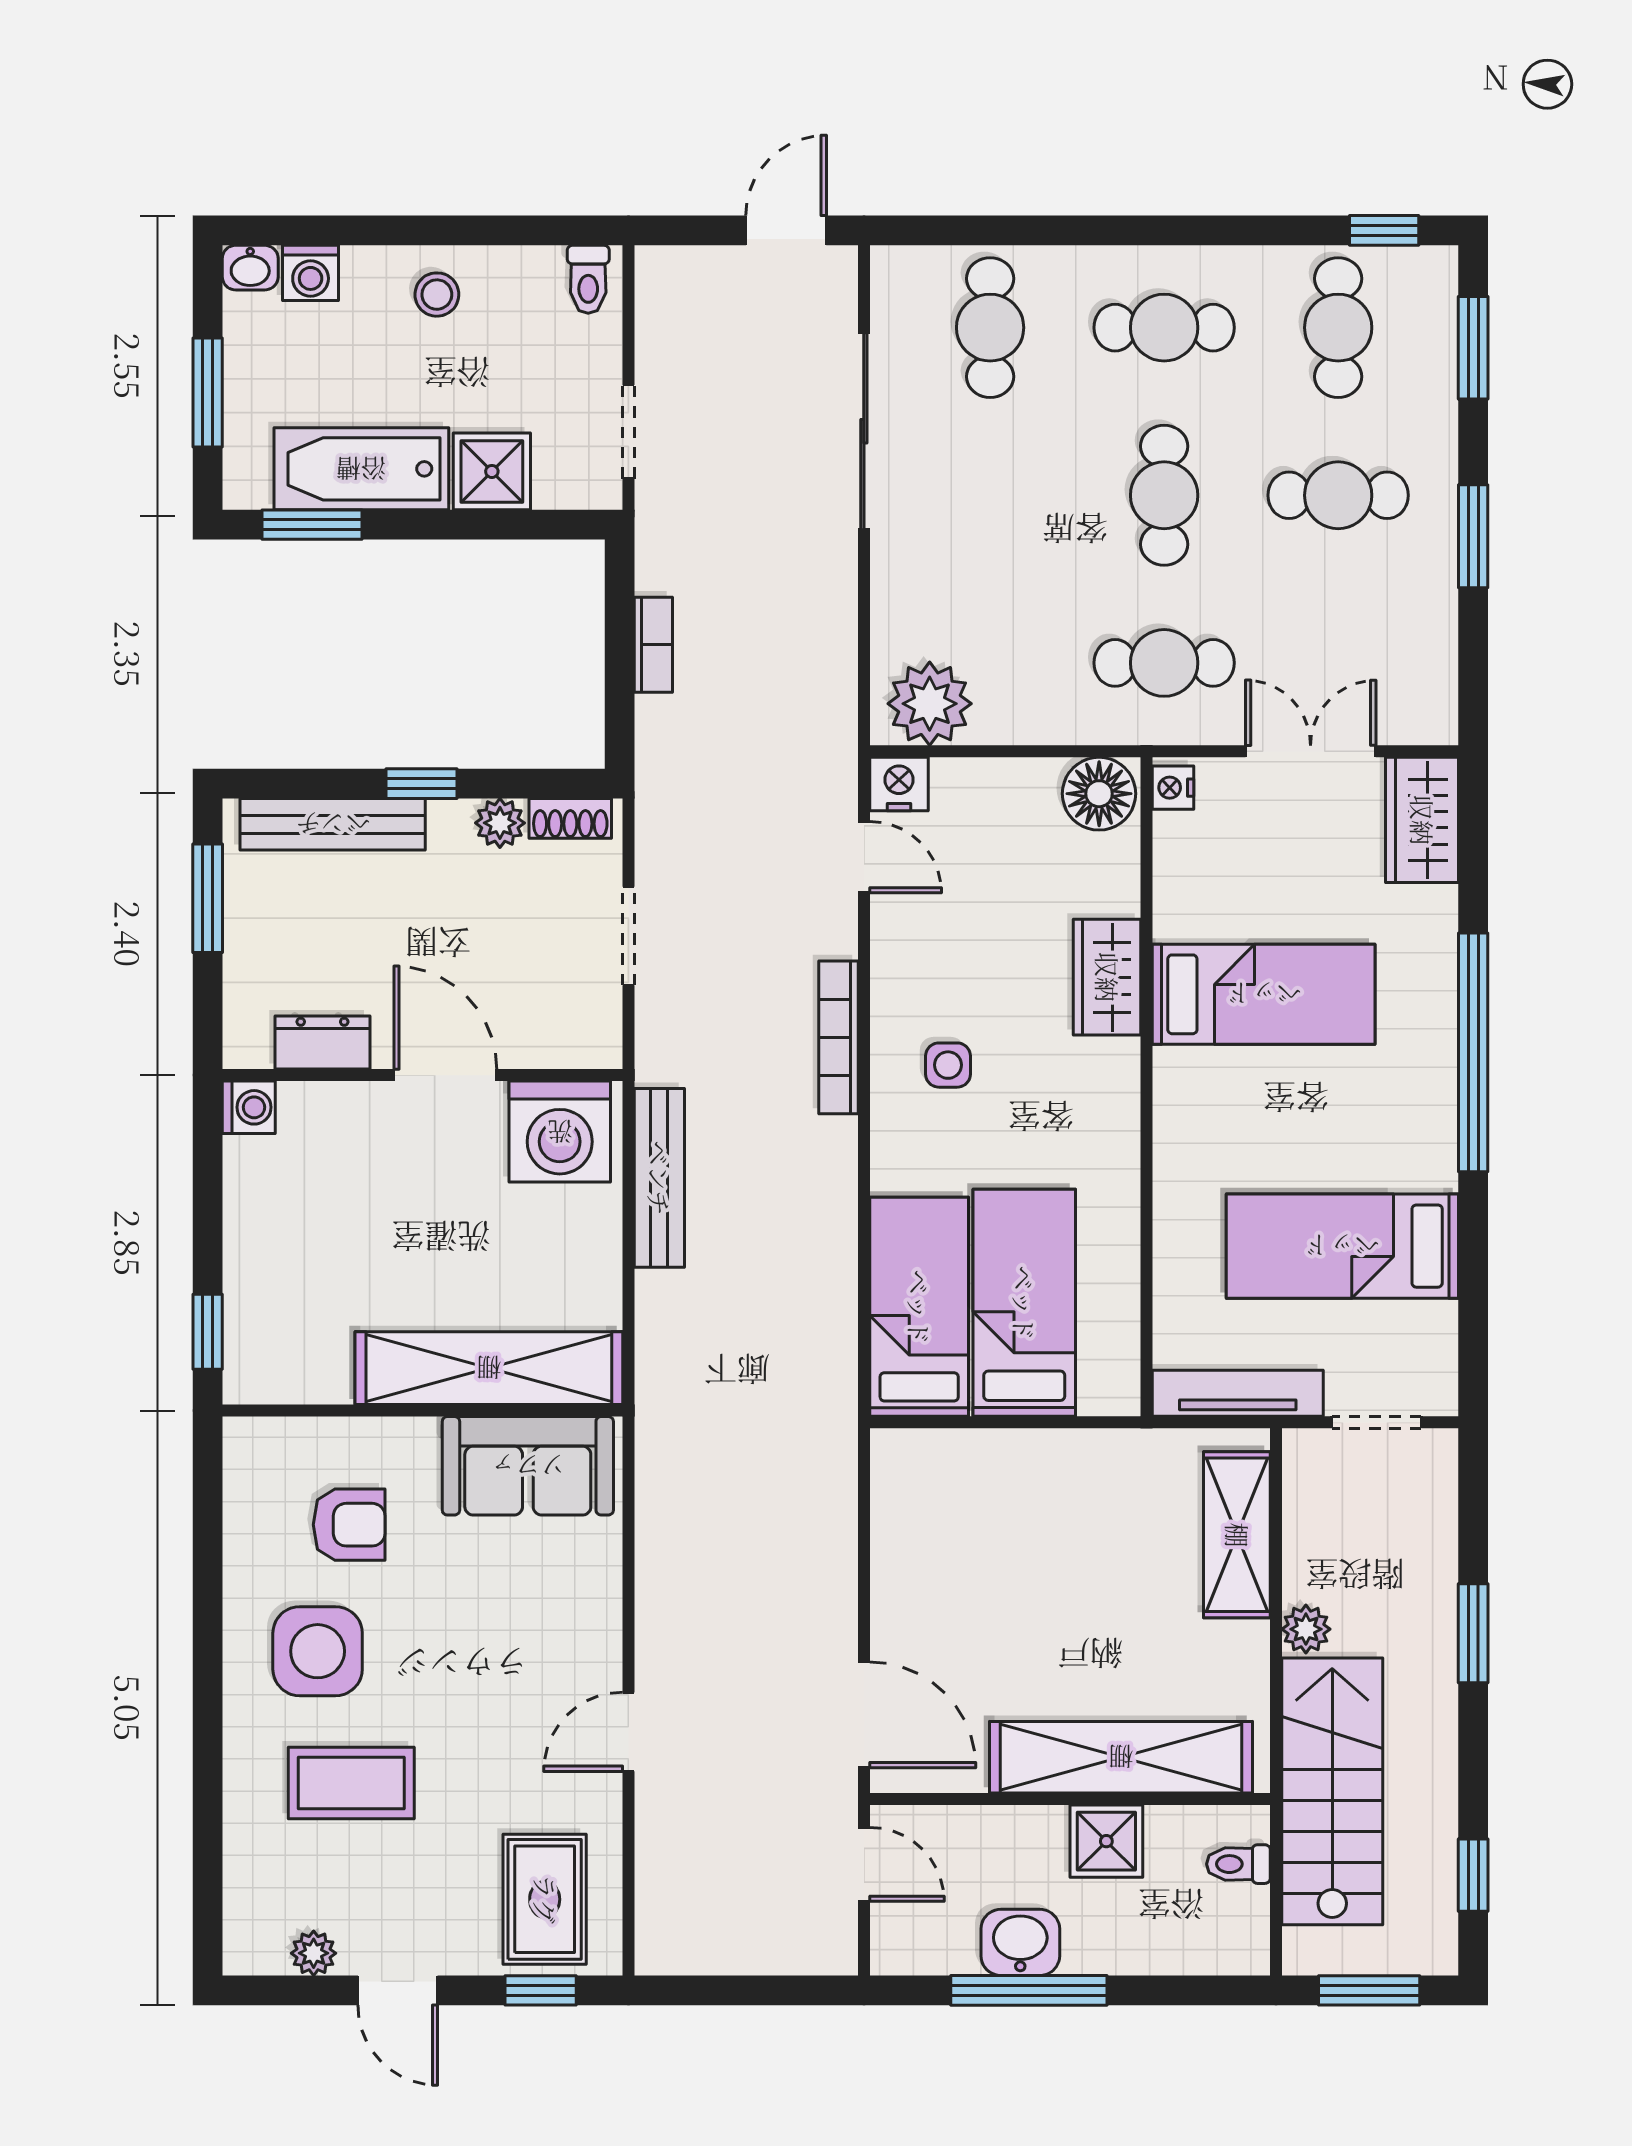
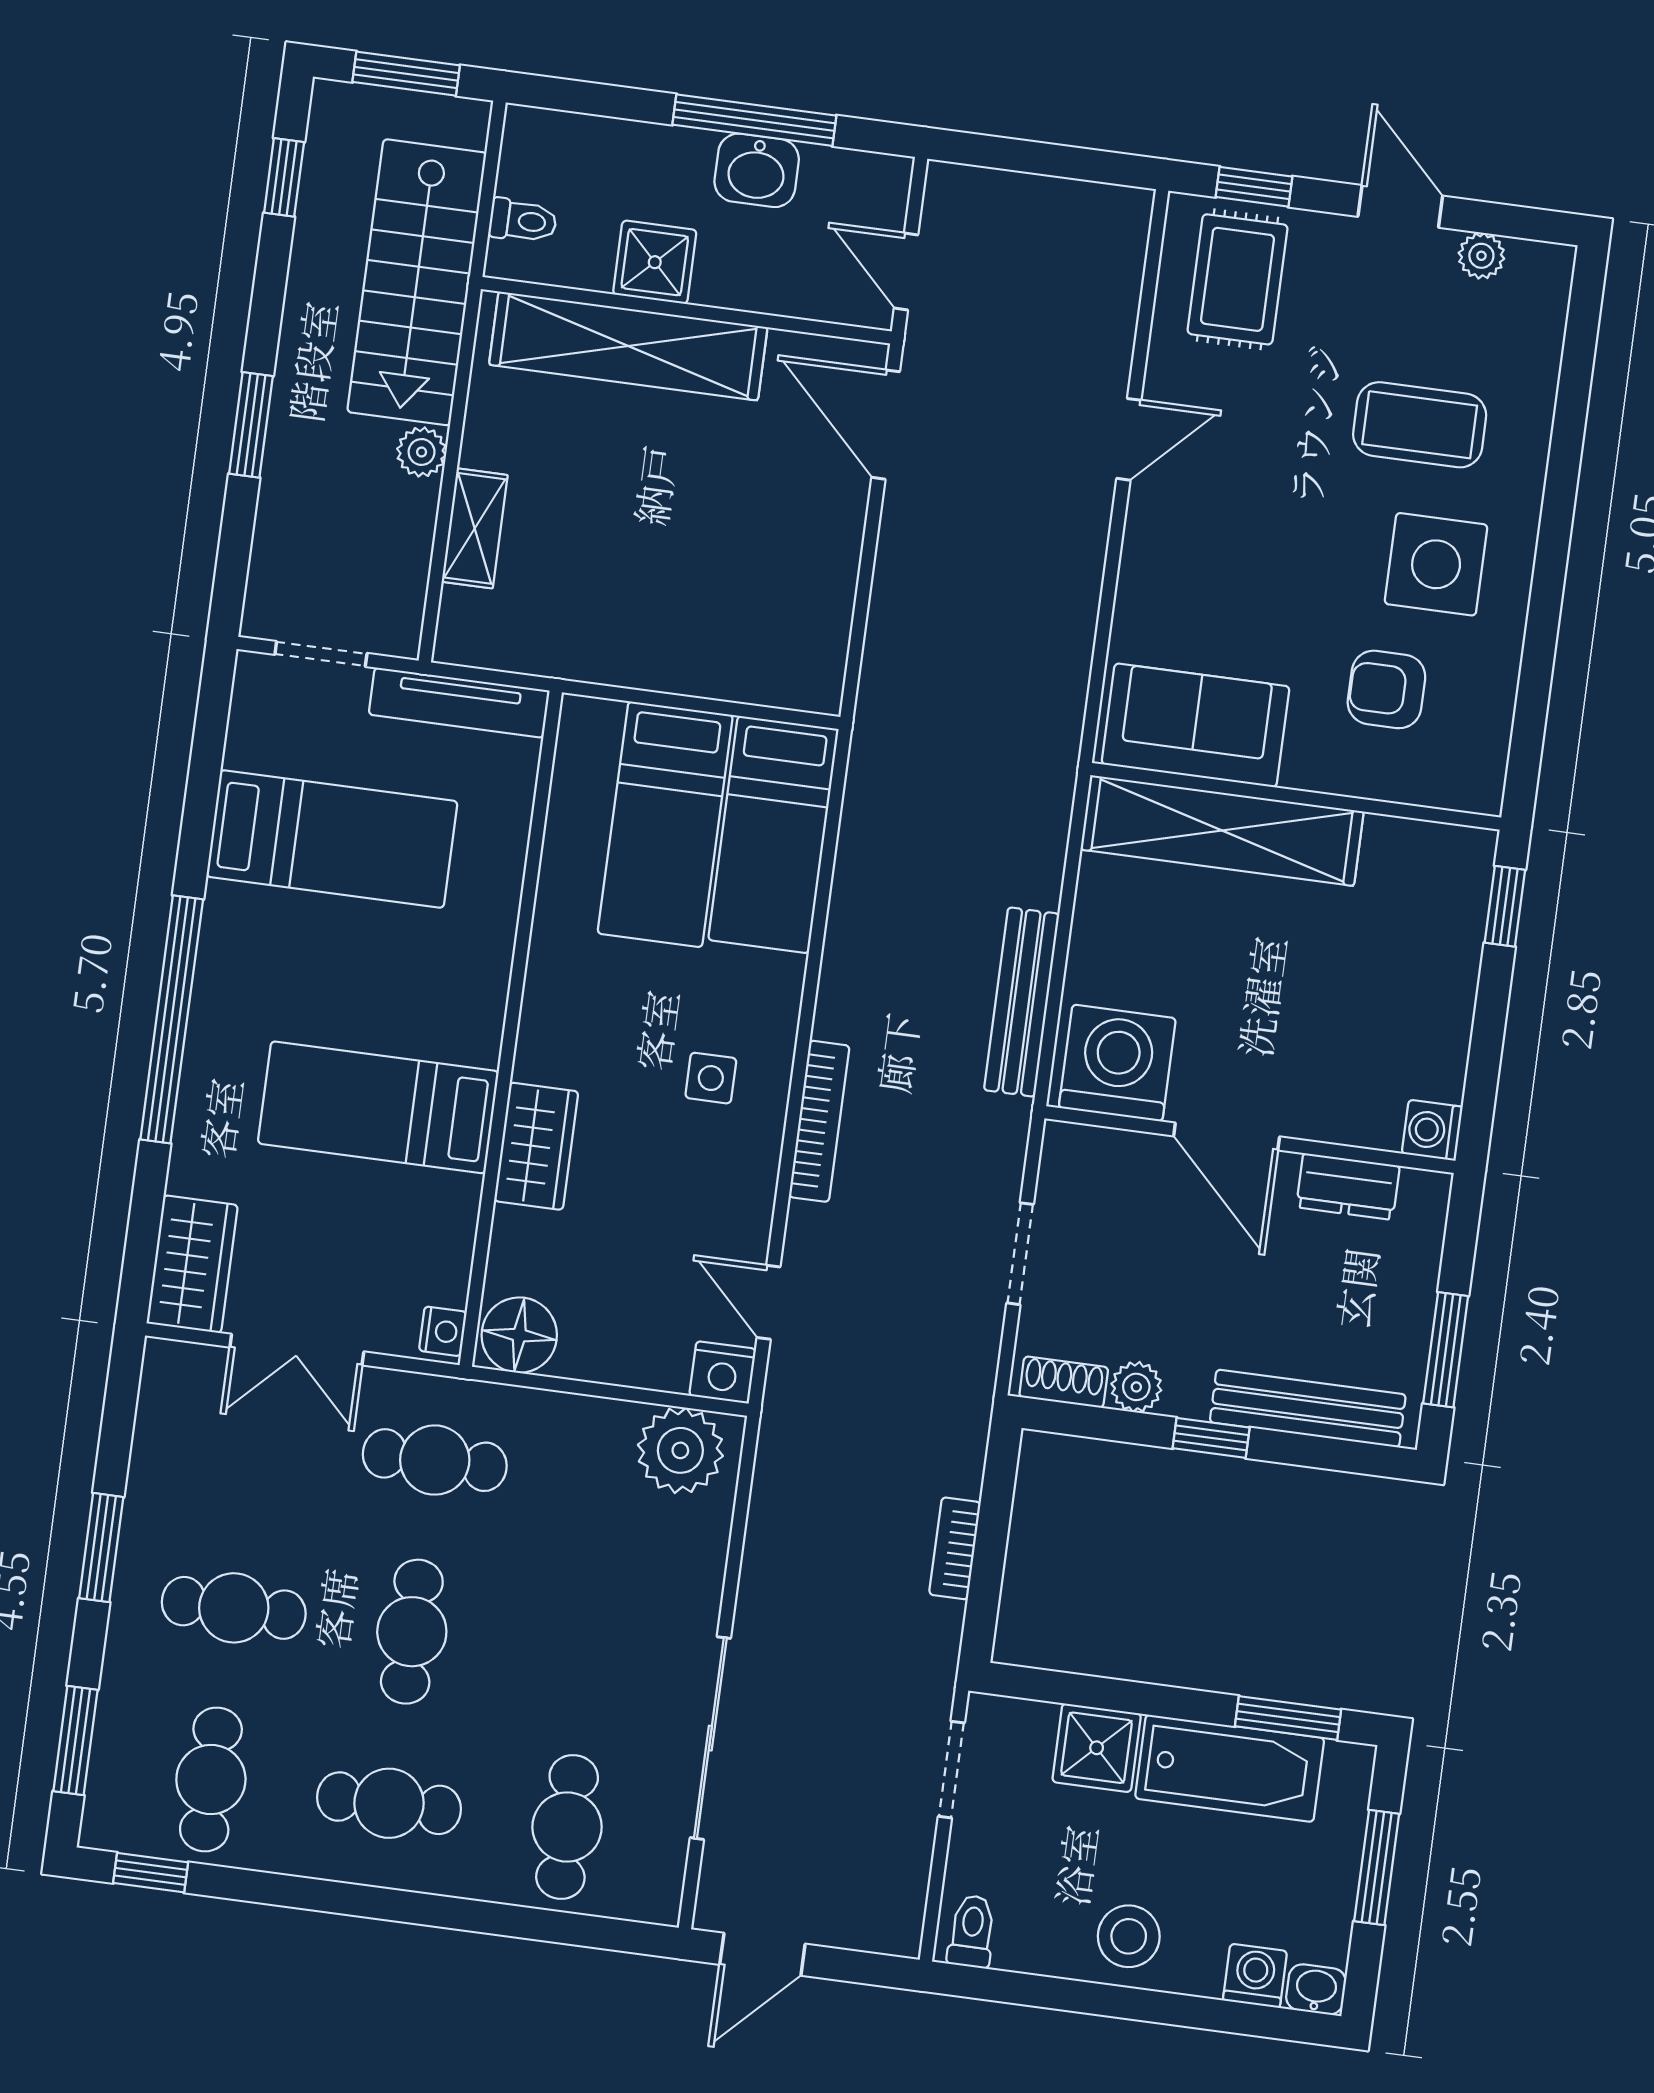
stool: (437, 295) -> (1129, 1936), width x1.37, depth x1.37
shelving: (1237, 1535) -> (475, 528), width x0.67, depth x0.75

